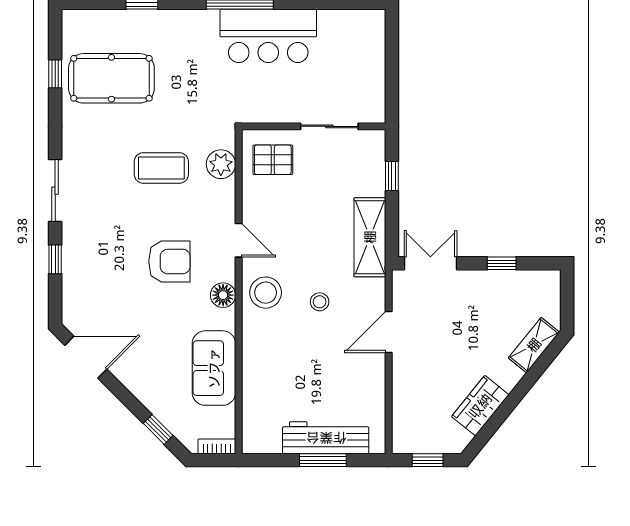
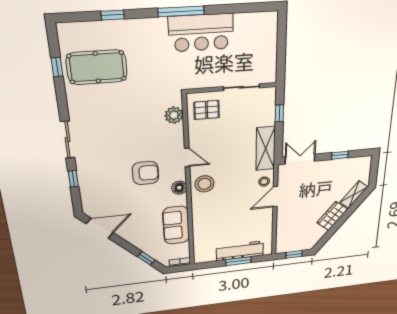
coffee table: (161, 168) -> (136, 120), removed
stool: (320, 302) -> (264, 182), moved
wardrobe: (480, 406) -> (332, 216), moved

